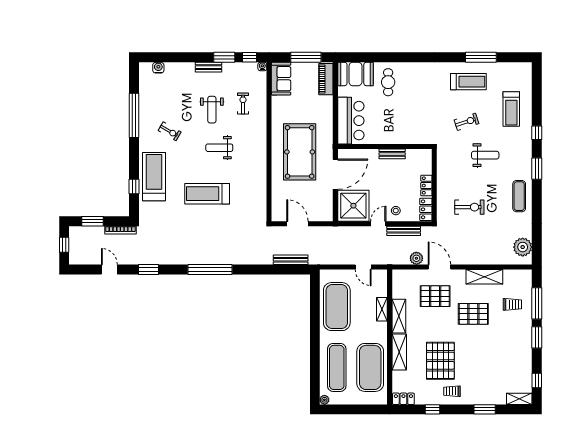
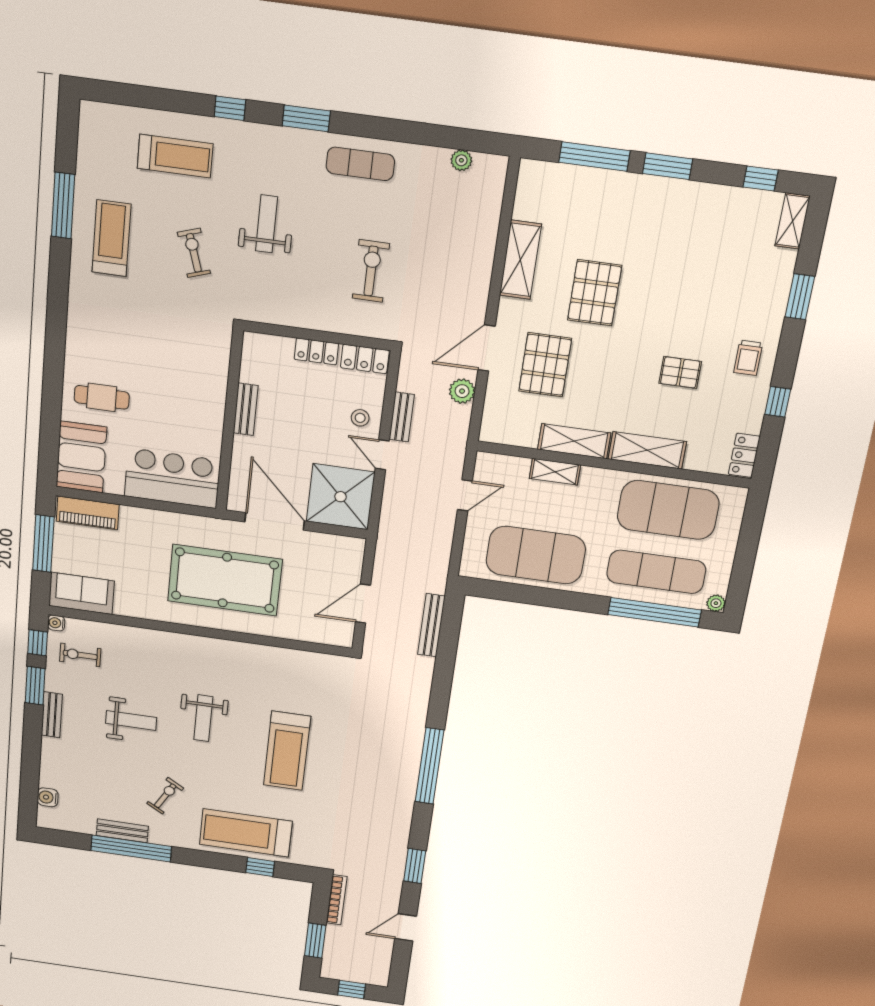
exercise bike: (243, 104) -> (80, 655), moved
bench: (144, 110) -> (122, 831), added
bench: (404, 231) -> (402, 417), width x0.73
plant: (523, 247) -> (461, 160), width x0.53, depth x0.53
trolley: (512, 304) -> (588, 209), removed
pallet: (440, 361) -> (680, 372), width x0.49, depth x0.50
window: (315, 370) -> (655, 612), added

